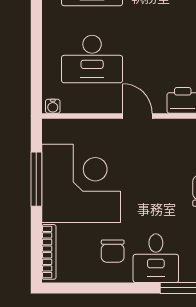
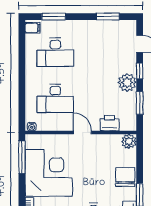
window: (36, 179) -> (22, 157), moved

